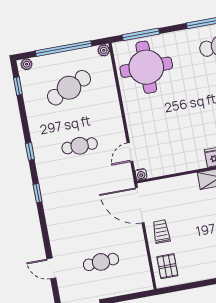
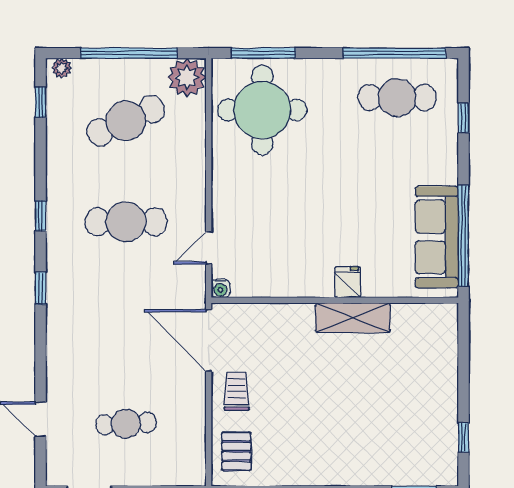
plant: (104, 50) -> (187, 77), width x1.87, depth x1.87
cafe table: (80, 146) -> (126, 222), width x1.37, depth x1.35

